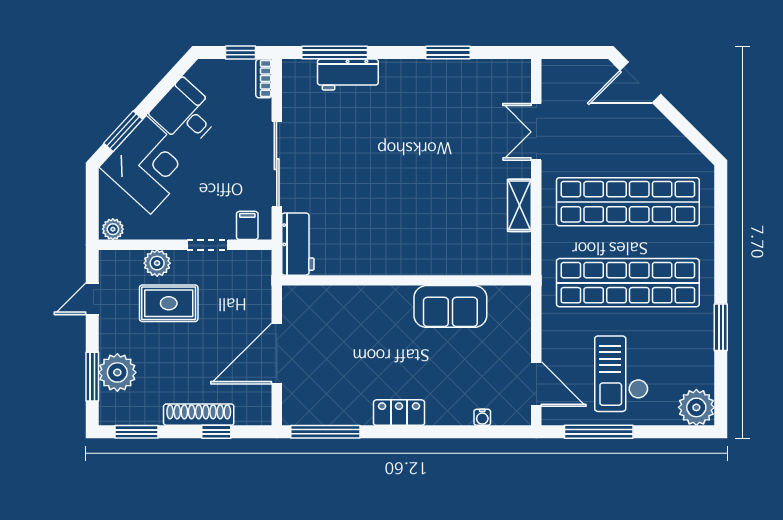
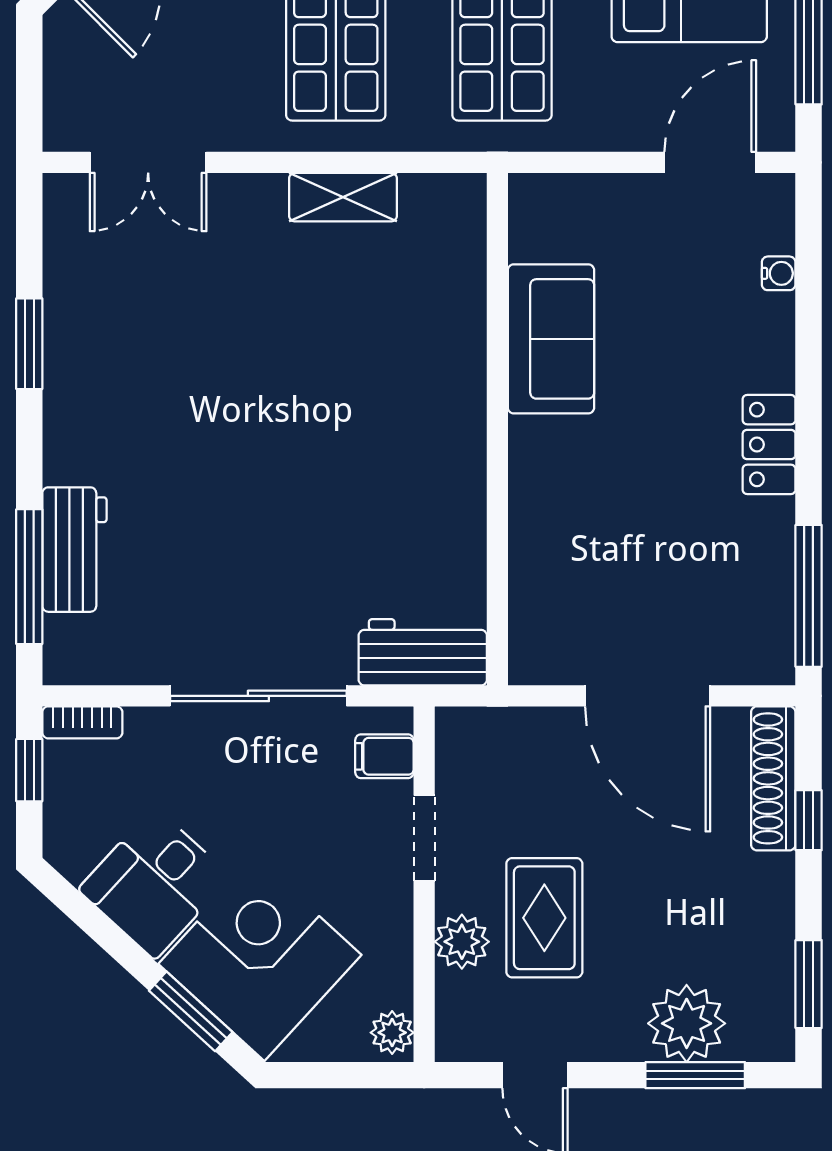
double door: (536, 132) -> (148, 162), moved
shoe rack: (199, 415) -> (773, 778), moved

